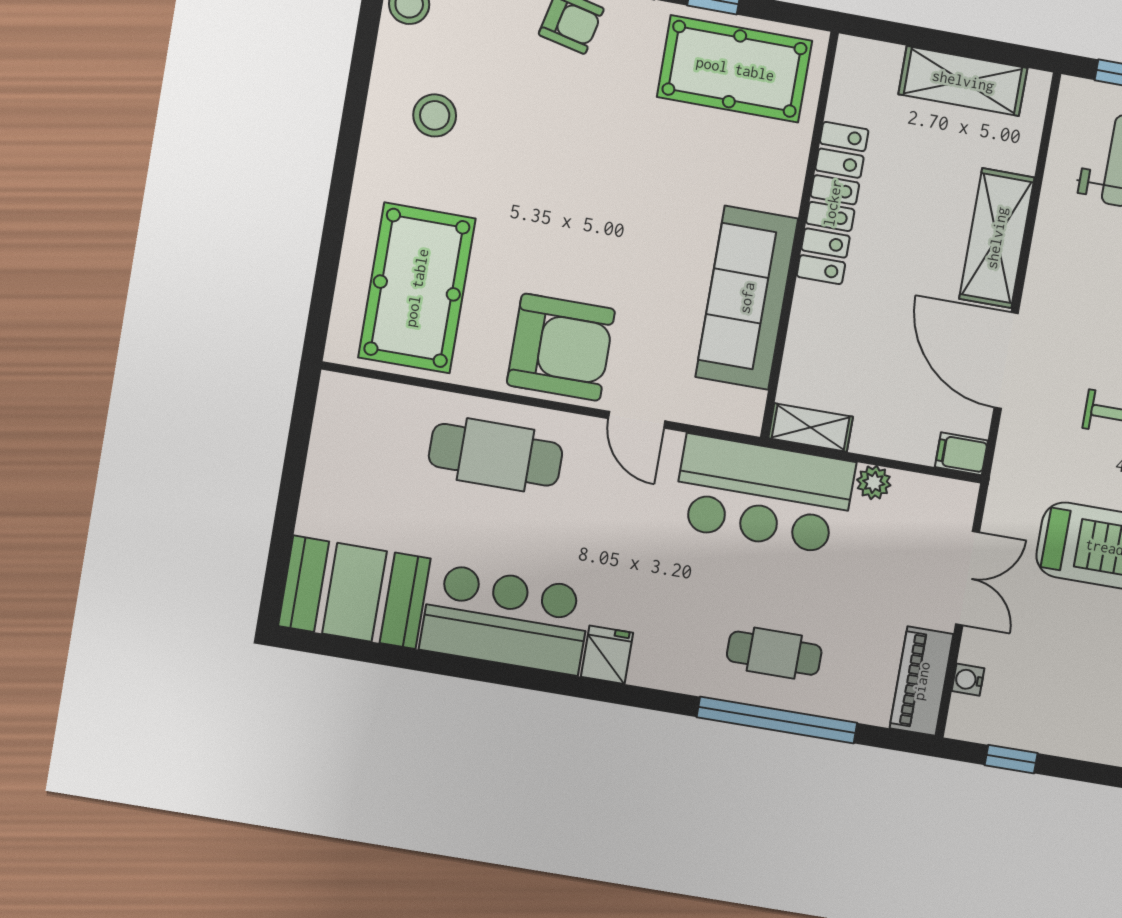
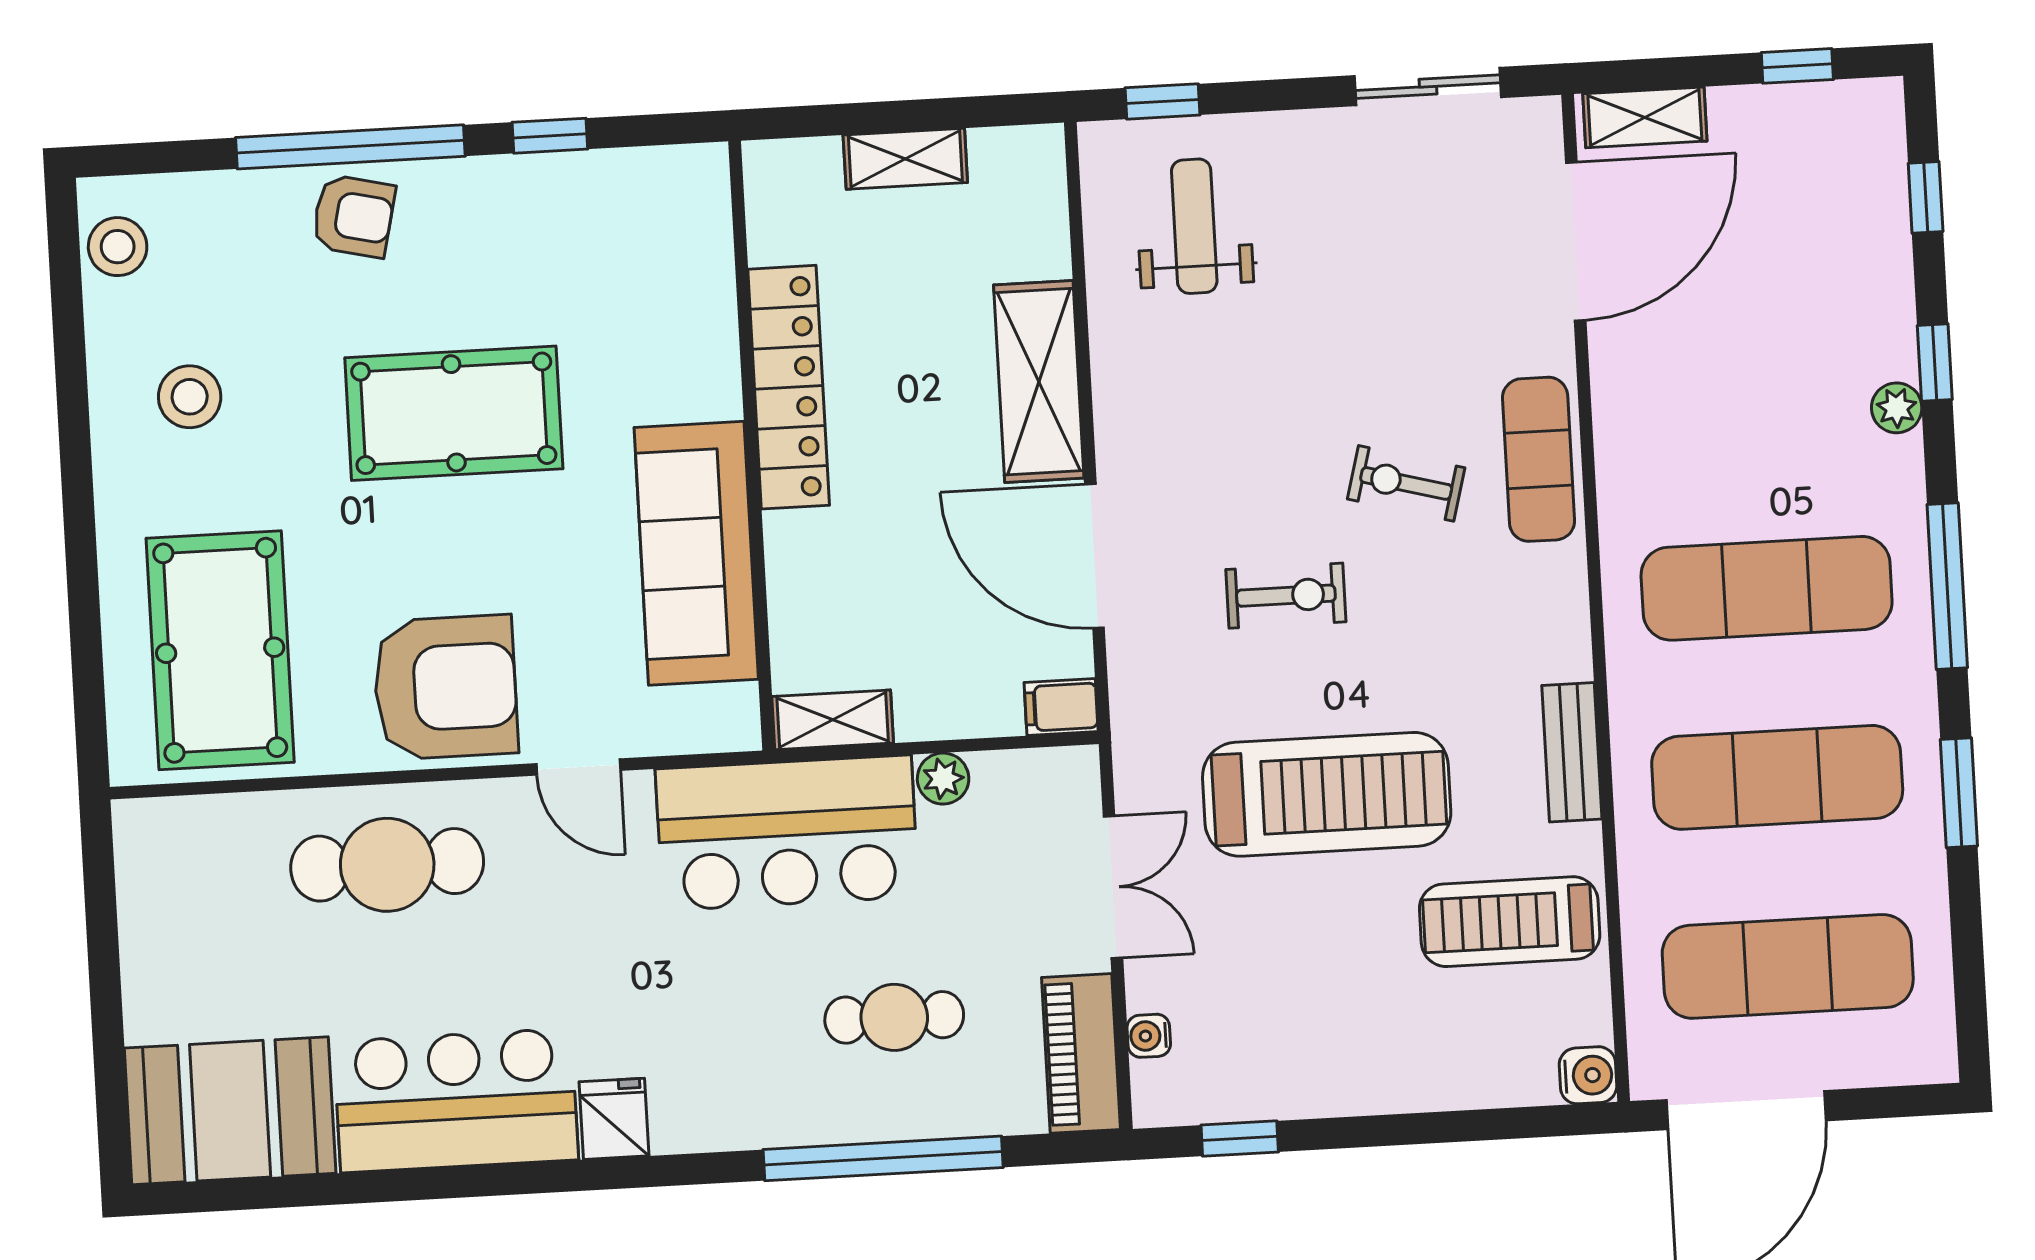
pool table: (735, 69) -> (454, 413), moved
shelving: (963, 81) -> (905, 159), width x0.67, depth x0.75
cafe table: (774, 653) -> (894, 1017), moved

